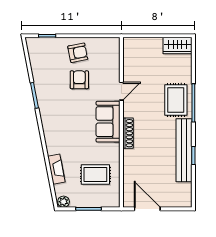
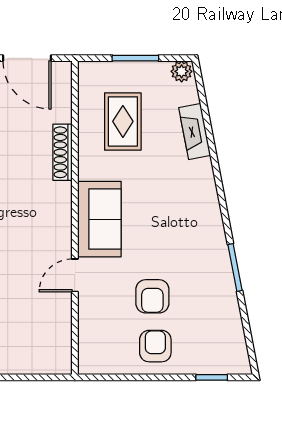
armchair: (78, 53) -> (155, 346), turned 101
shoe rack: (128, 133) -> (63, 152), moved
rug: (95, 175) -> (123, 121), turned 90

